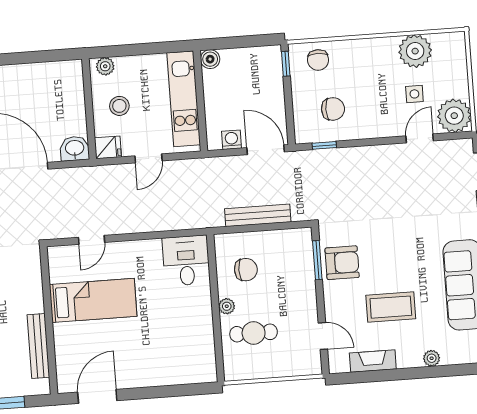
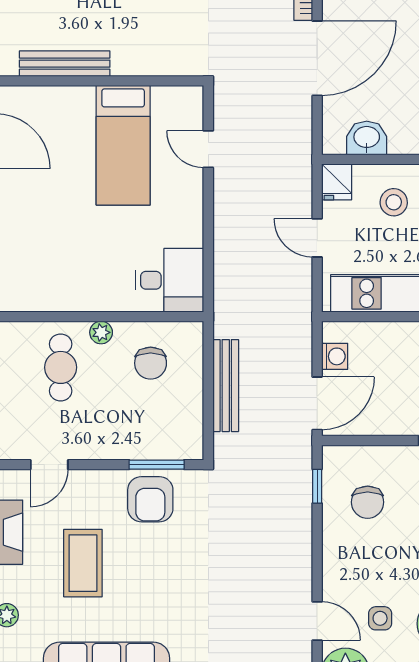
washbasin: (75, 149) -> (367, 138), moved, turned -90

